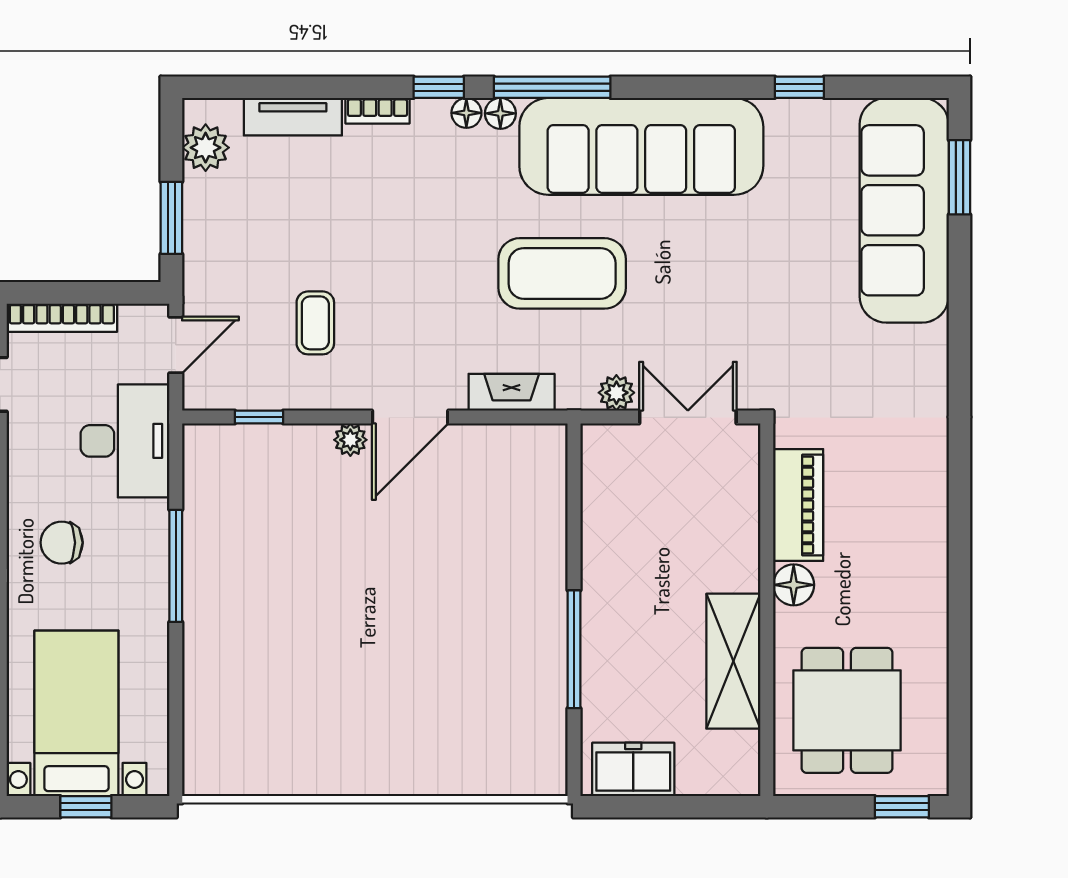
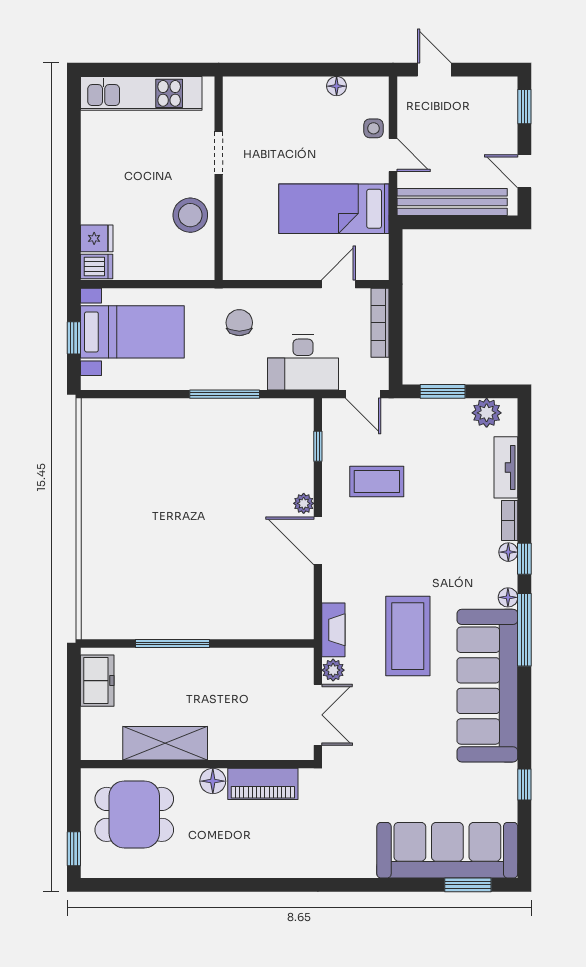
floor lamp: (466, 113) -> (508, 552), moved
coffee table: (315, 323) -> (377, 482), width x1.36, depth x1.30
fireplace: (512, 392) -> (333, 630), moved

